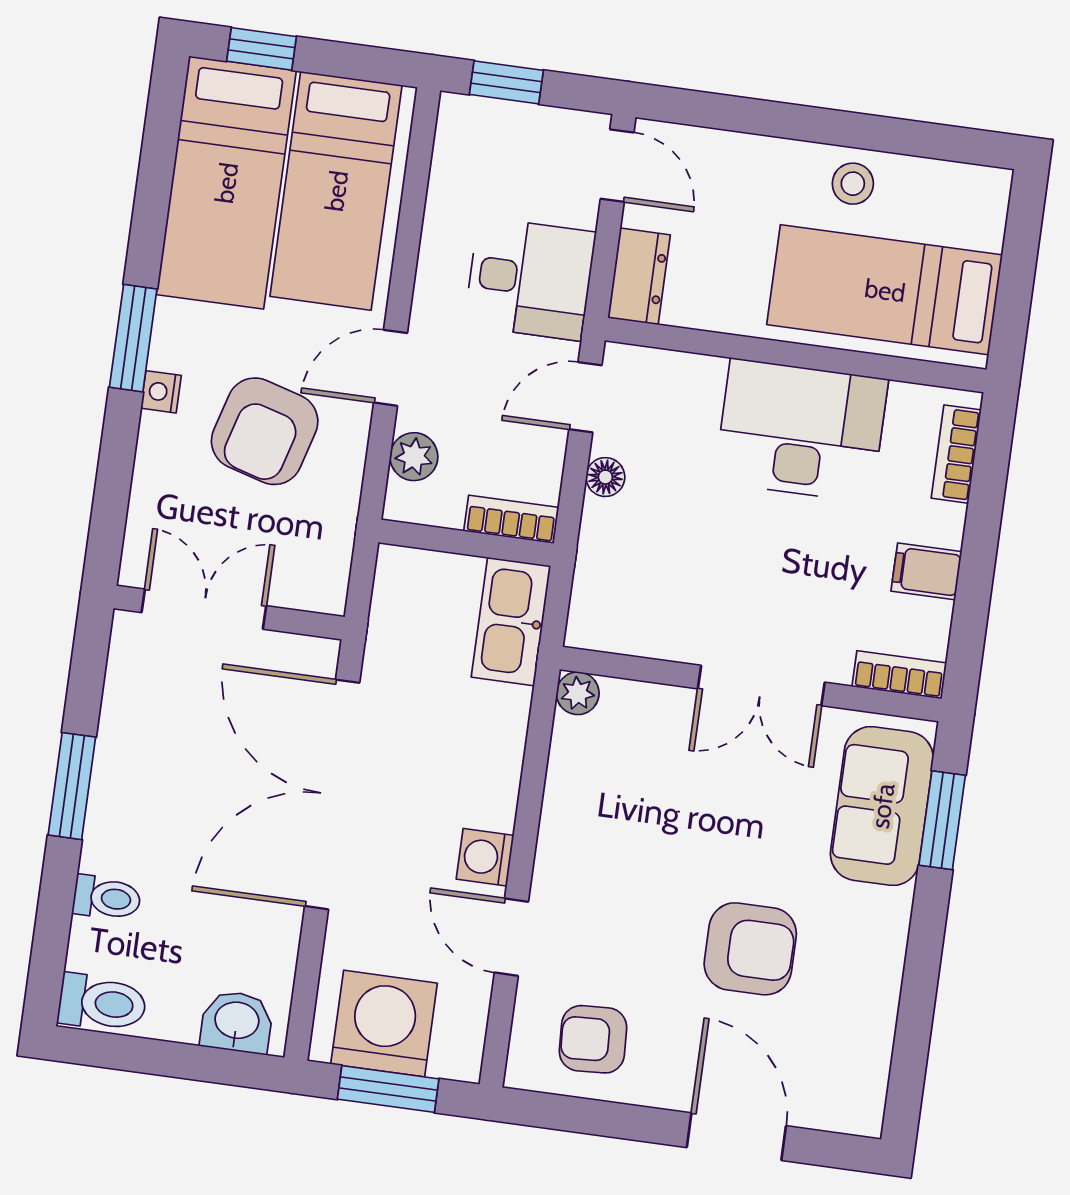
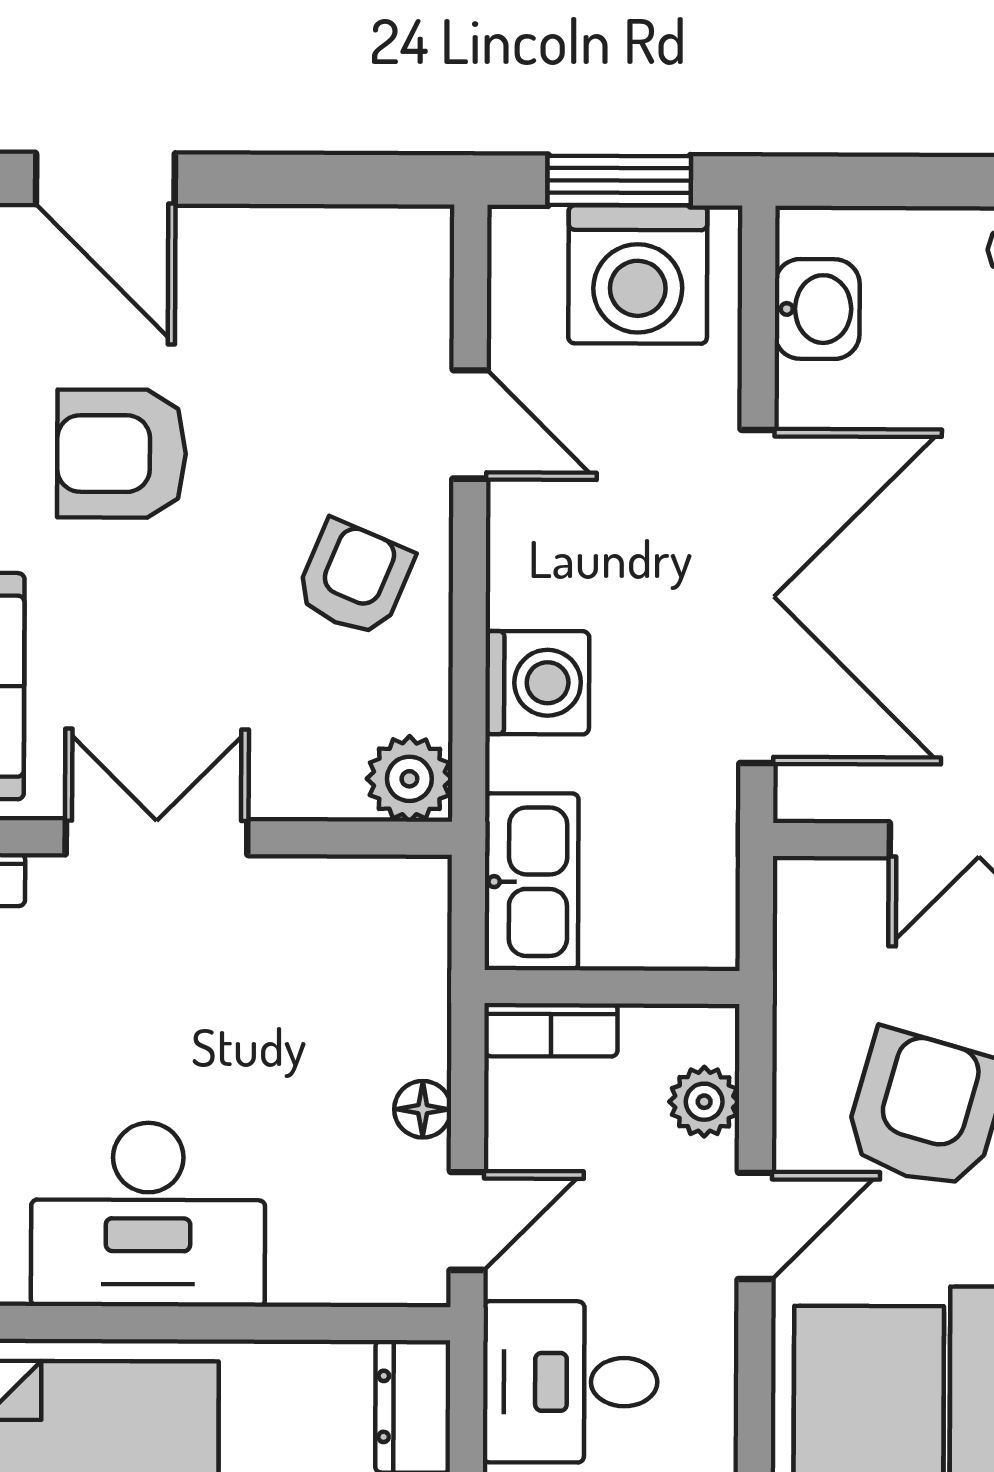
plant: (578, 693) -> (409, 779), width x1.38, depth x1.38
washing machine: (485, 857) -> (537, 683), moved, width x1.38, depth x1.38
washbasin: (237, 1022) -> (817, 309), moved, turned -90
armchair: (593, 1039) -> (354, 578), moved, turned -64

